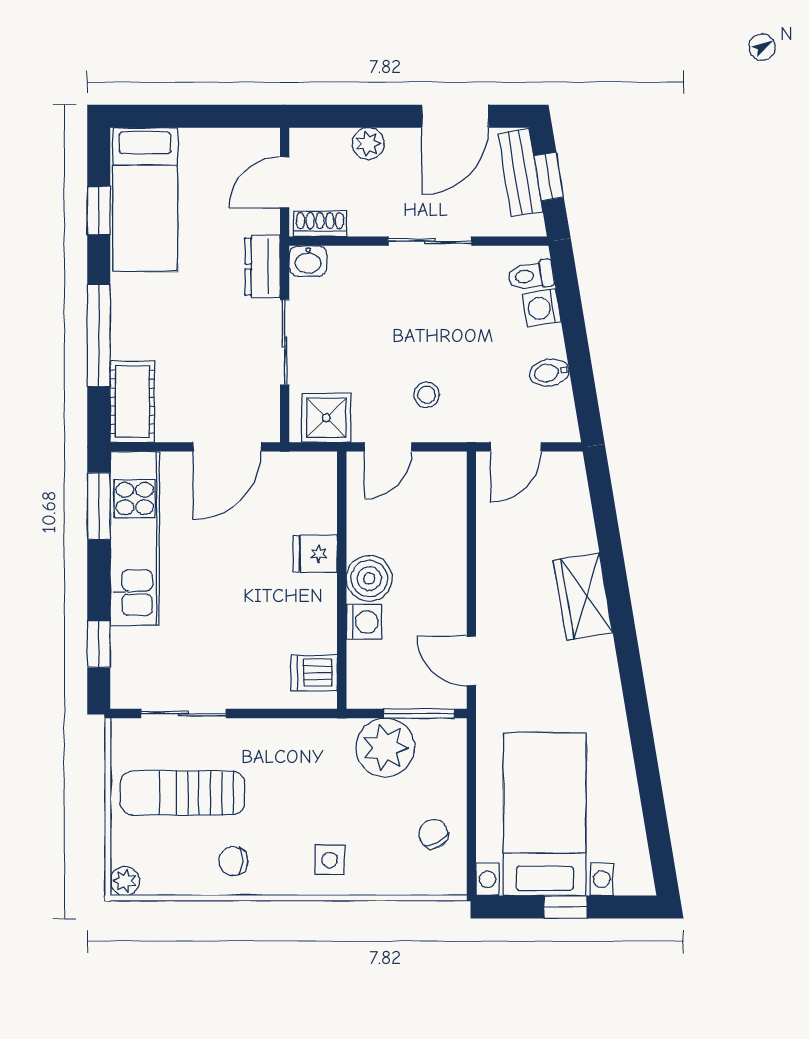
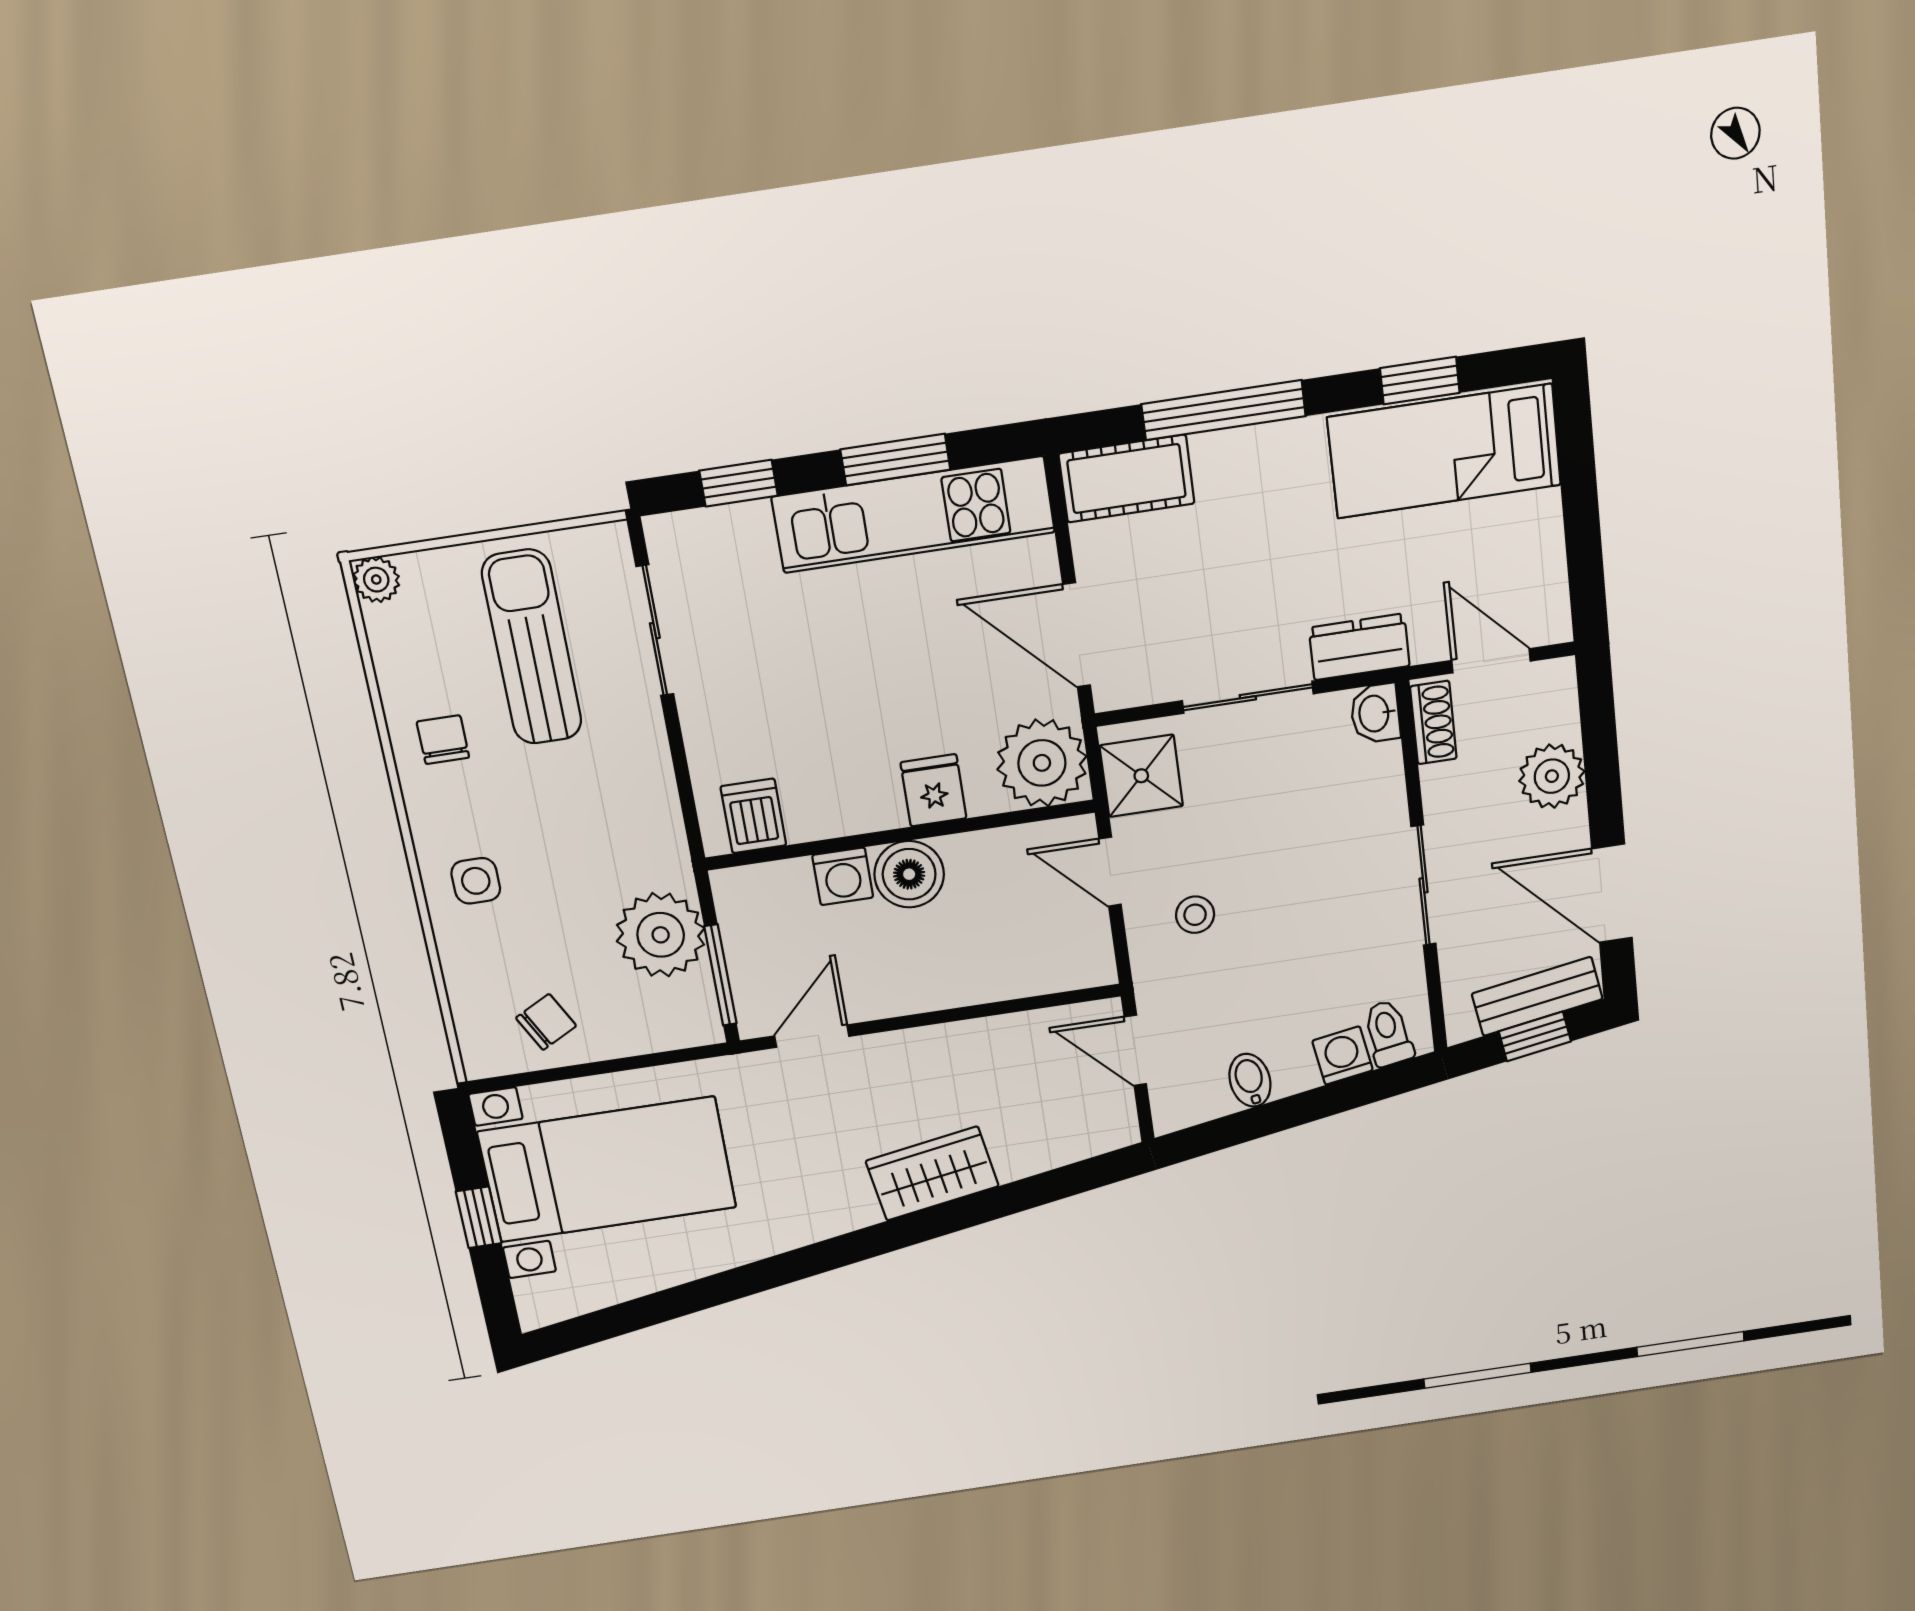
plant: (368, 144) -> (1552, 776), width x1.38, depth x1.38
plant: (308, 481) -> (1042, 763), added
window: (99, 506) -> (895, 460), moved

